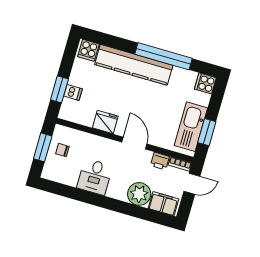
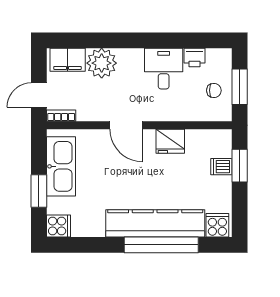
window: (164, 56) -> (161, 245), moved
window: (207, 132) -> (39, 191), moved
printer: (160, 161) -> (195, 57), moved, turned 180

